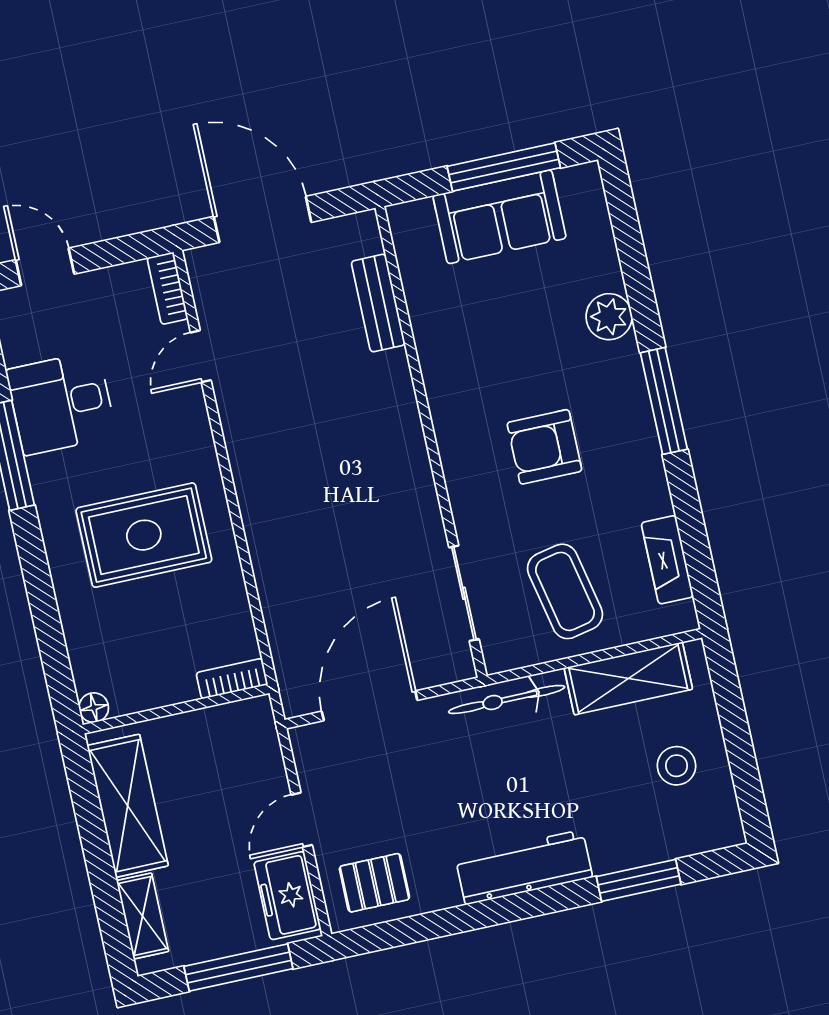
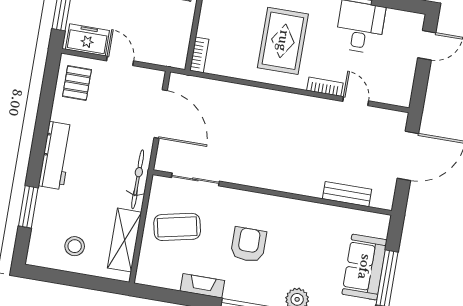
bookcase: (167, 288) -> (325, 87), moved
fireplace: (667, 560) -> (202, 286), moved

